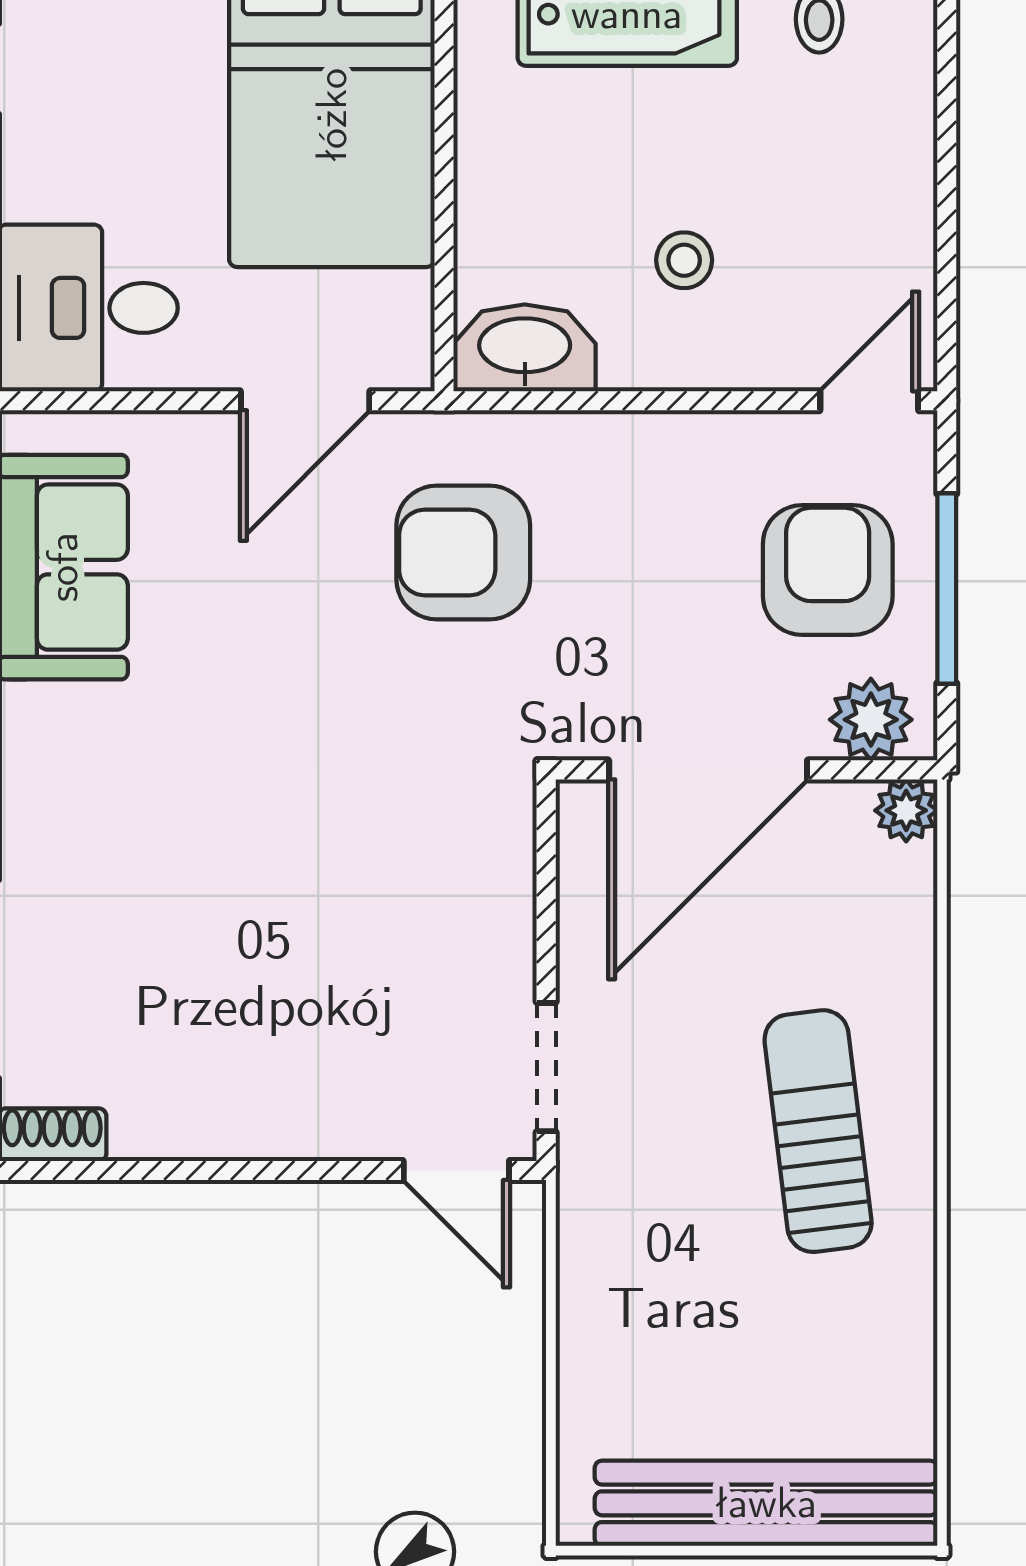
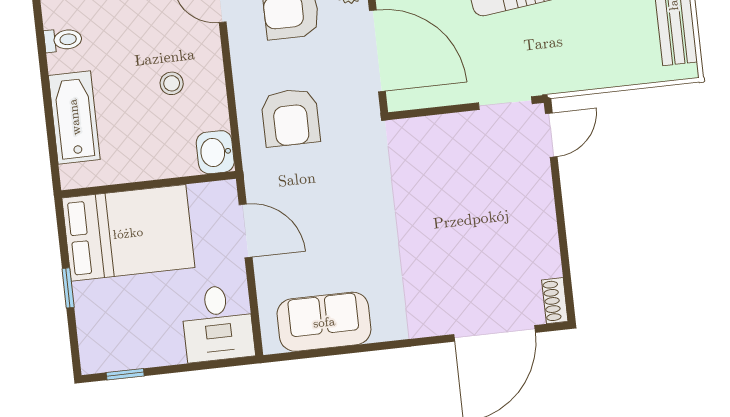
washbasin: (525, 348) -> (215, 152), width x0.72
armchair: (463, 552) -> (291, 118), moved

